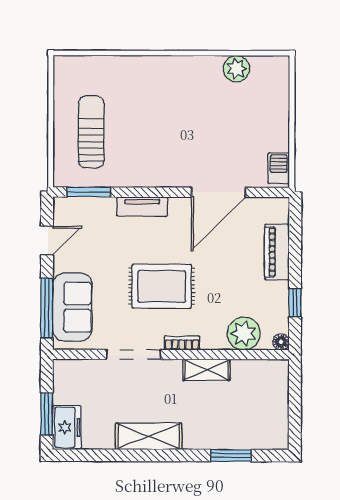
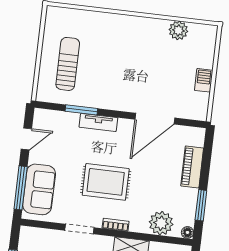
barbecue: (279, 168) -> (204, 80), moved
window: (89, 192) -> (81, 110), moved
window: (295, 303) -> (201, 205), width x1.50
doorway: (133, 354) -> (79, 229), width x0.73

